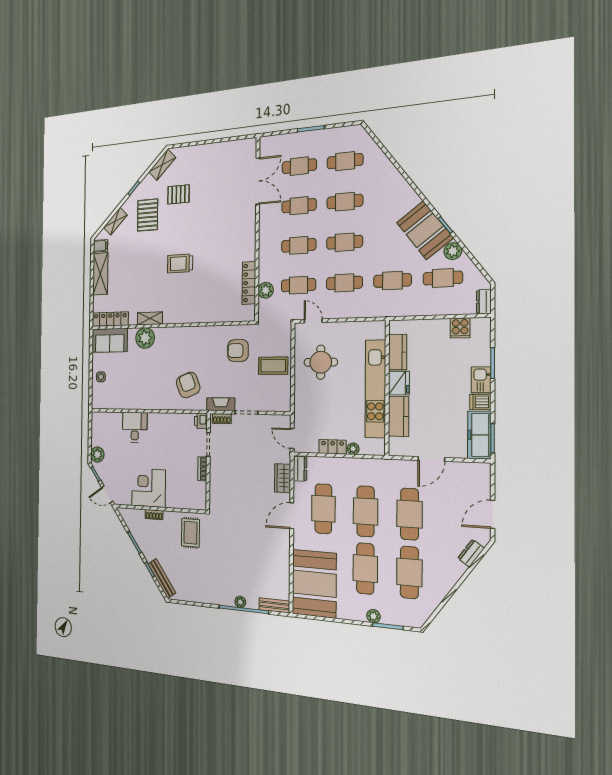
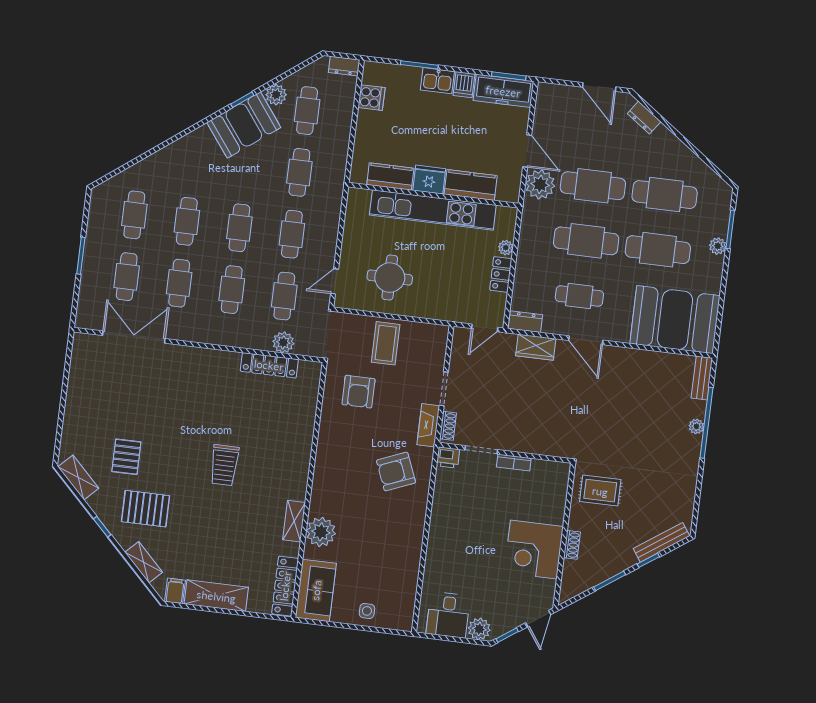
desk: (135, 427) -> (448, 615), moved, turned -90
plant: (406, 472) -> (540, 184), added
cafe table: (323, 509) -> (579, 296), width x0.73, depth x0.74

